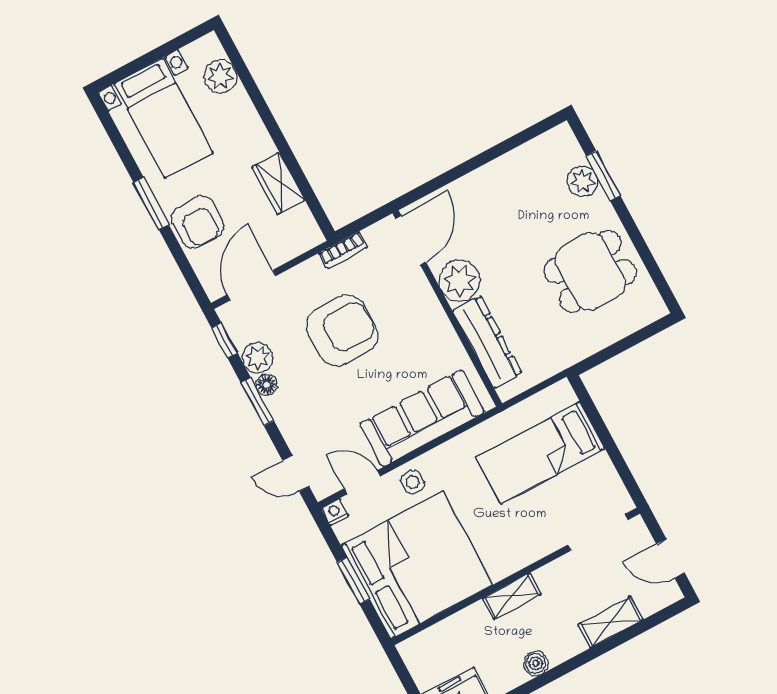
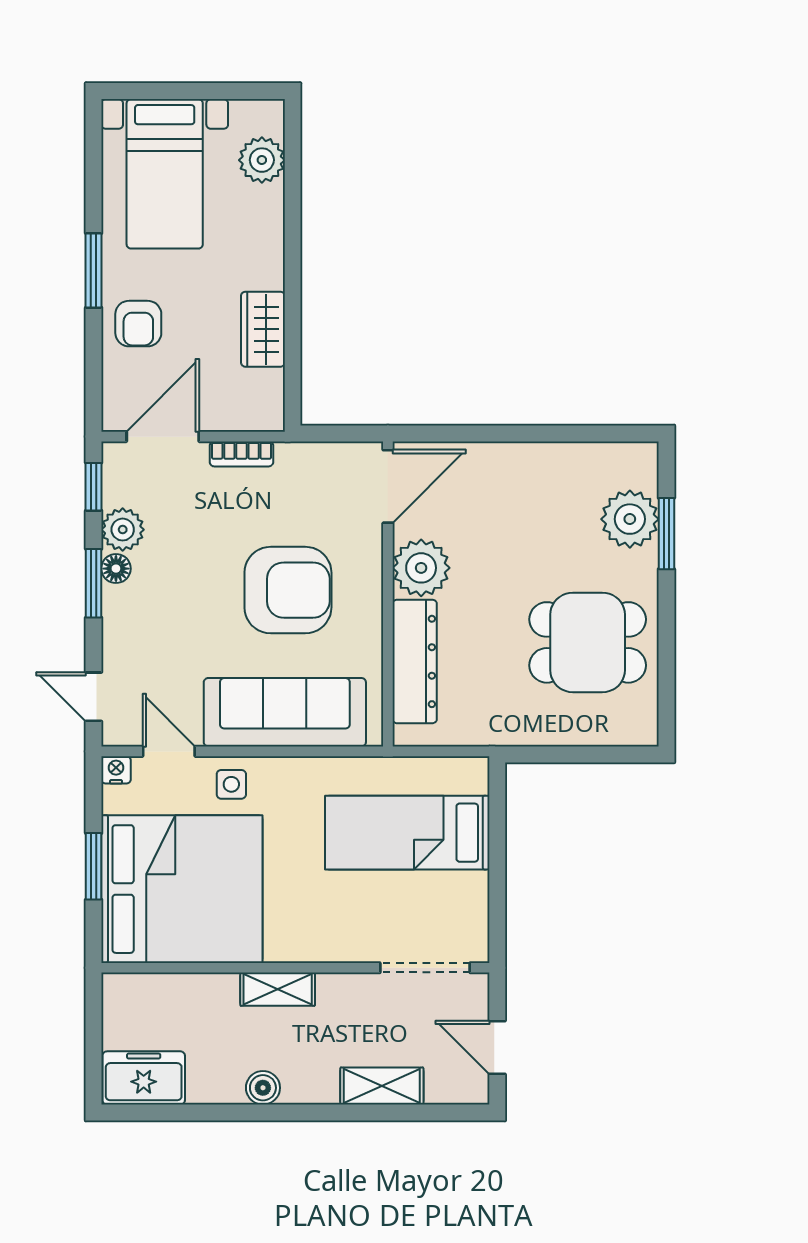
plant: (582, 181) -> (630, 519), width x1.36, depth x1.36
armchair: (198, 222) -> (138, 324), width x0.72, depth x0.72
bookcase: (343, 250) -> (241, 454), moved
armchair: (342, 330) -> (288, 590), moved

